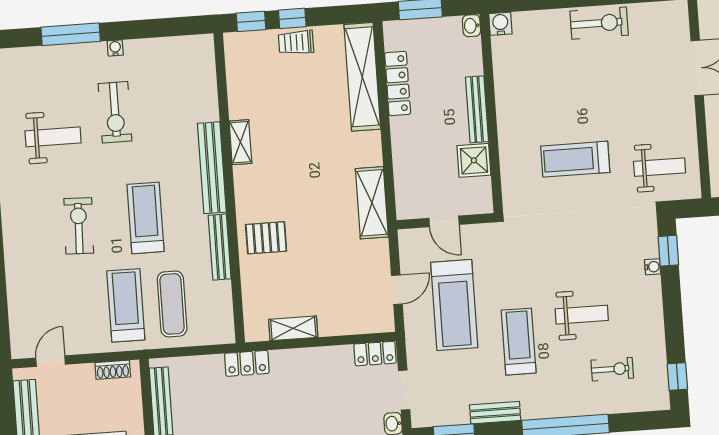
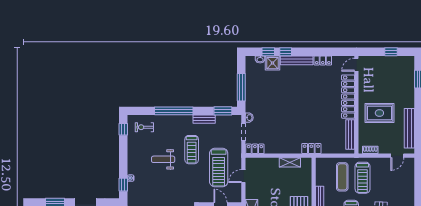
treadmill: (454, 305) -> (219, 168), turned 180
exercise bike: (612, 369) -> (144, 127), moved

